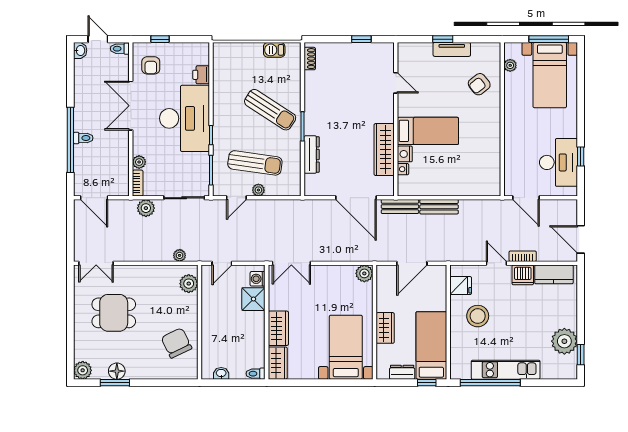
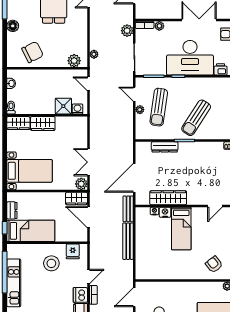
bench: (439, 207) -> (128, 241), width x1.36
double door: (291, 263) -> (88, 162), moved
wardrobe: (385, 328) -> (76, 198), moved
floor lamp: (117, 371) -> (13, 26), moved

